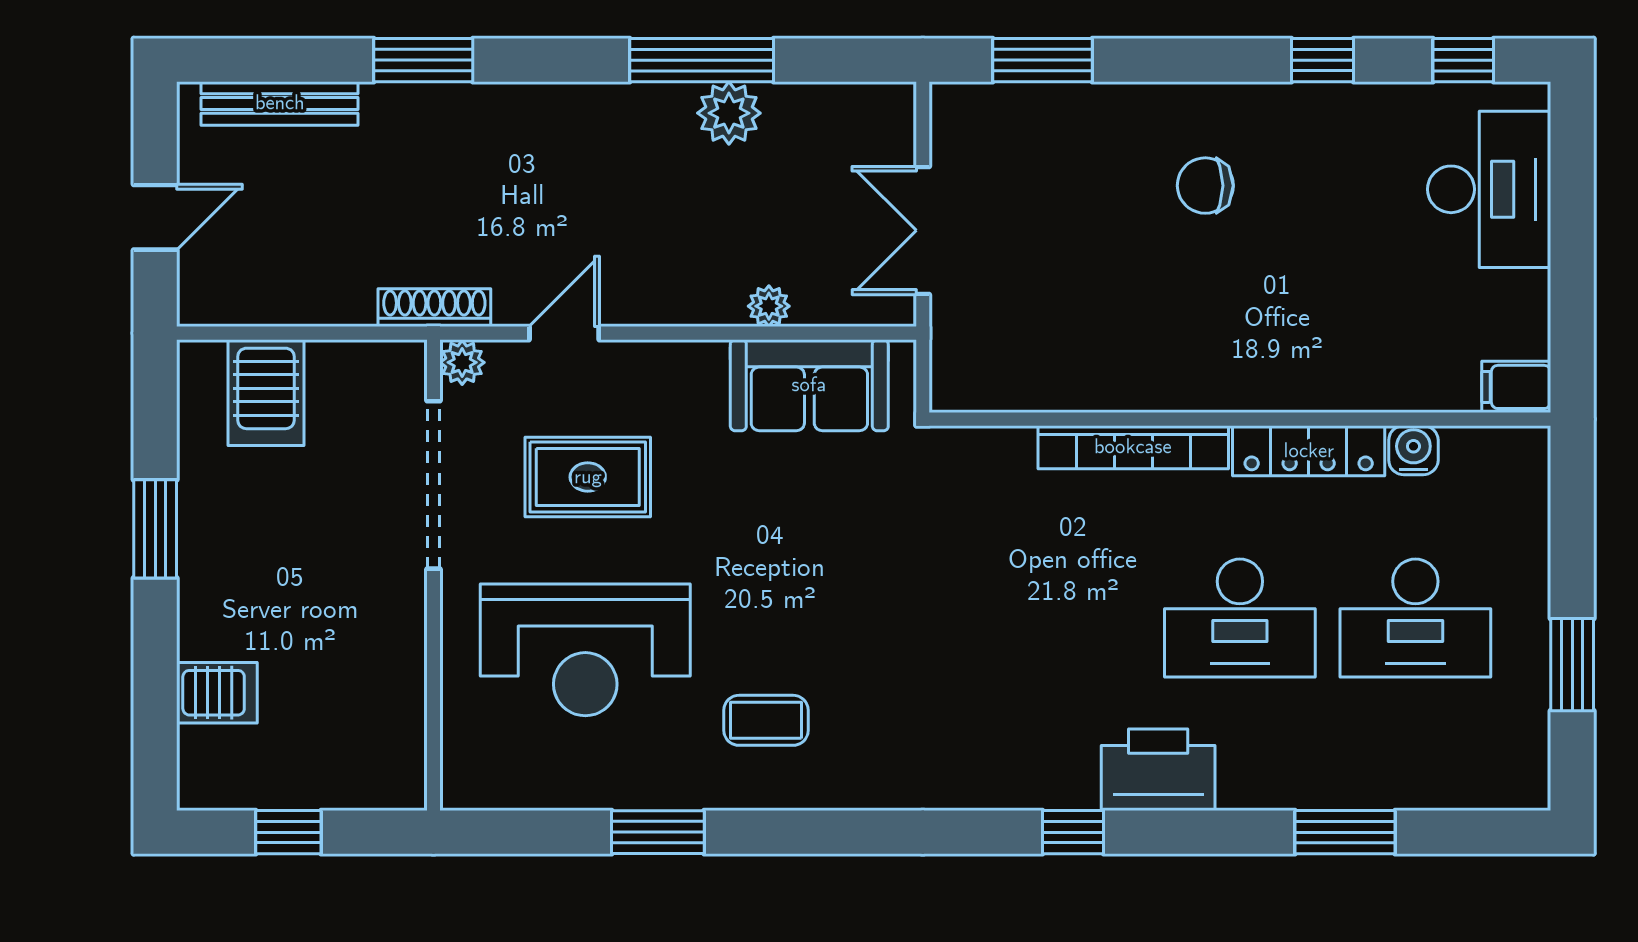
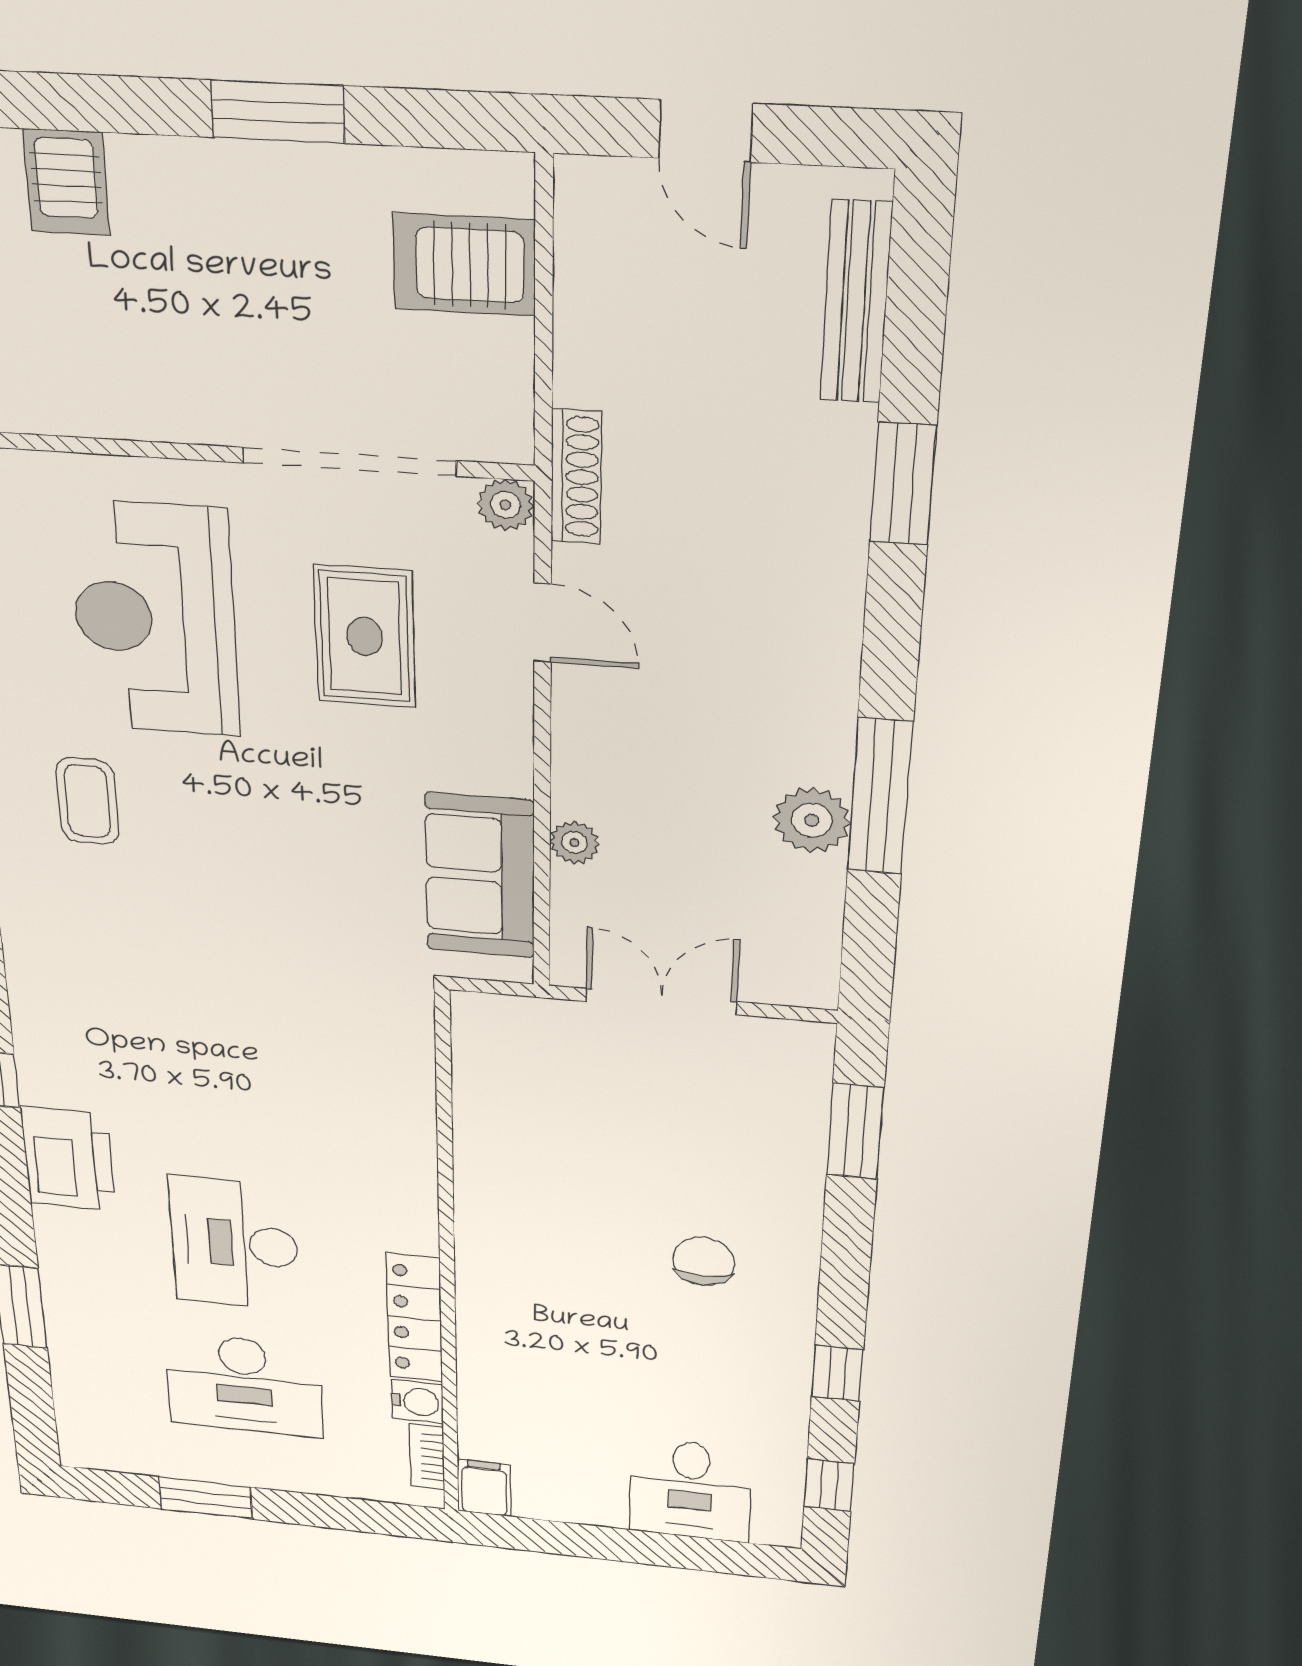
desk: (1489, 189) -> (690, 1490), width x0.73
bookcase: (1133, 447) -> (427, 1457), moved, width x0.43, depth x0.76
desk: (1415, 618) -> (244, 1385), turned -90

